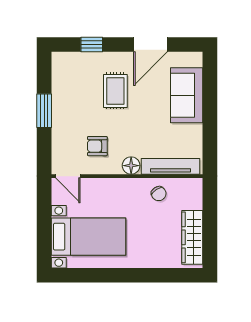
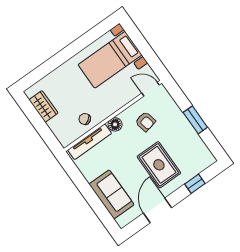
rug: (115, 91) -> (159, 165), width x1.36, depth x1.43
armchair: (97, 146) -> (145, 122), turned 78
wardrobe: (192, 237) -> (44, 106), width x0.67

